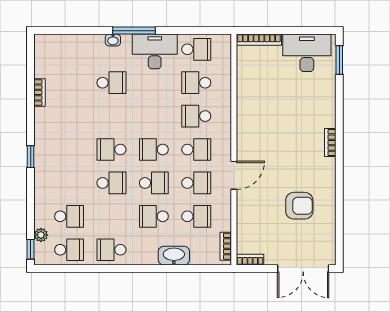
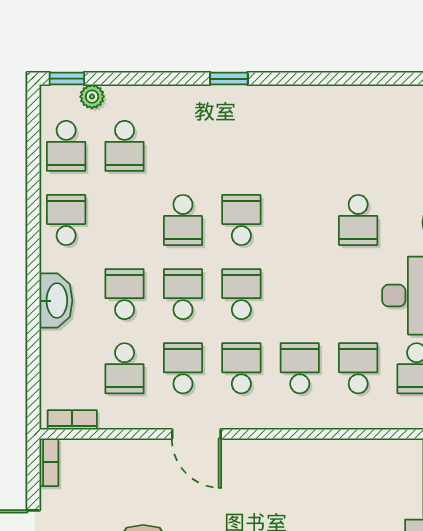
bookcase: (40, 92) -> (341, 94), removed
school desk: (196, 150) -> (241, 368), turned 180
school desk: (154, 183) -> (183, 294), turned 180
school desk: (196, 183) -> (183, 368), turned 180
washbasin: (174, 256) -> (56, 301), moved

